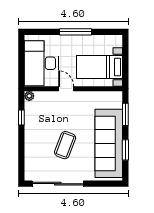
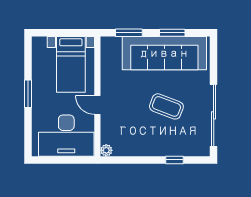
window: (75, 32) -> (28, 94), width x0.69
door: (66, 89) -> (97, 105), hinge flipped
window: (21, 117) -> (175, 160), moved

